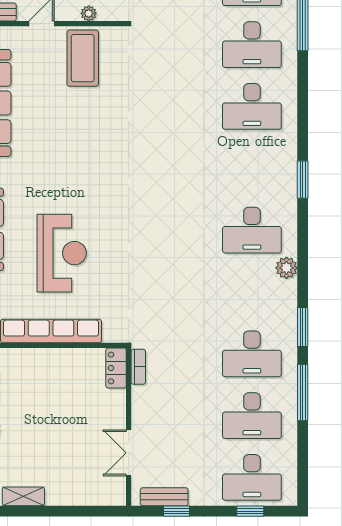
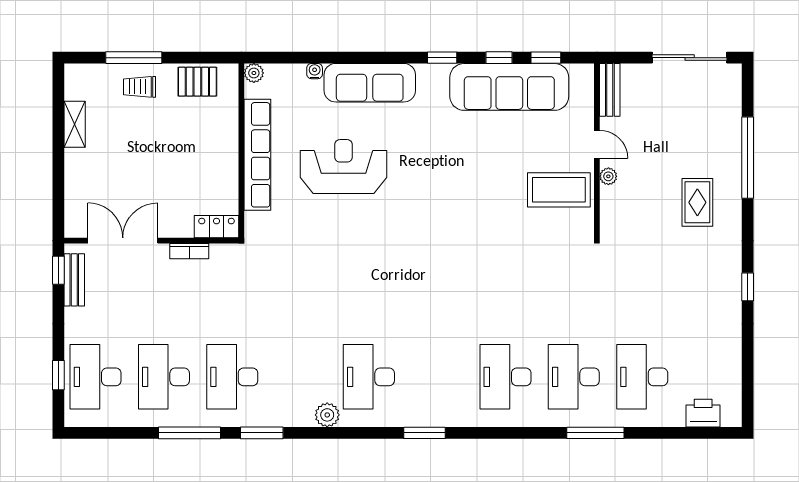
plant: (89, 13) -> (608, 176), moved
reception desk: (62, 253) -> (344, 167), turned 180
bookcase: (138, 367) -> (189, 251), moved
double door: (129, 453) -> (123, 241), width x1.37
window: (176, 511) -> (58, 270), moved

